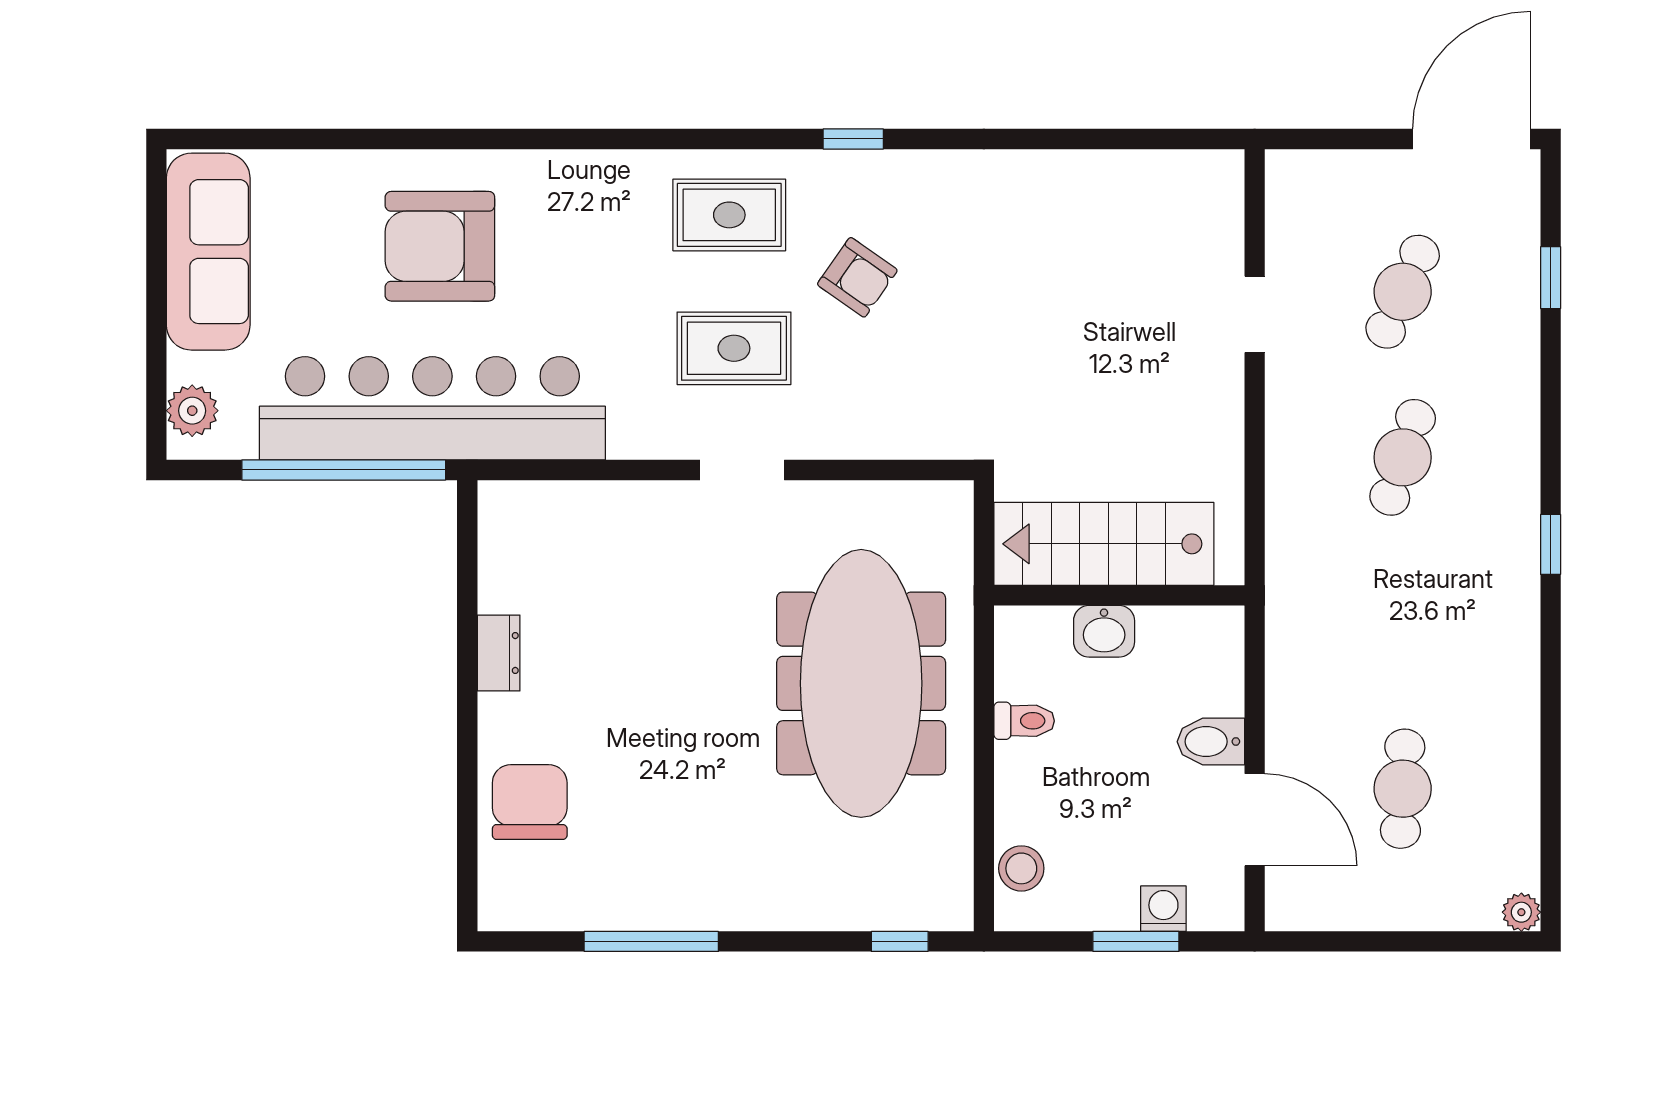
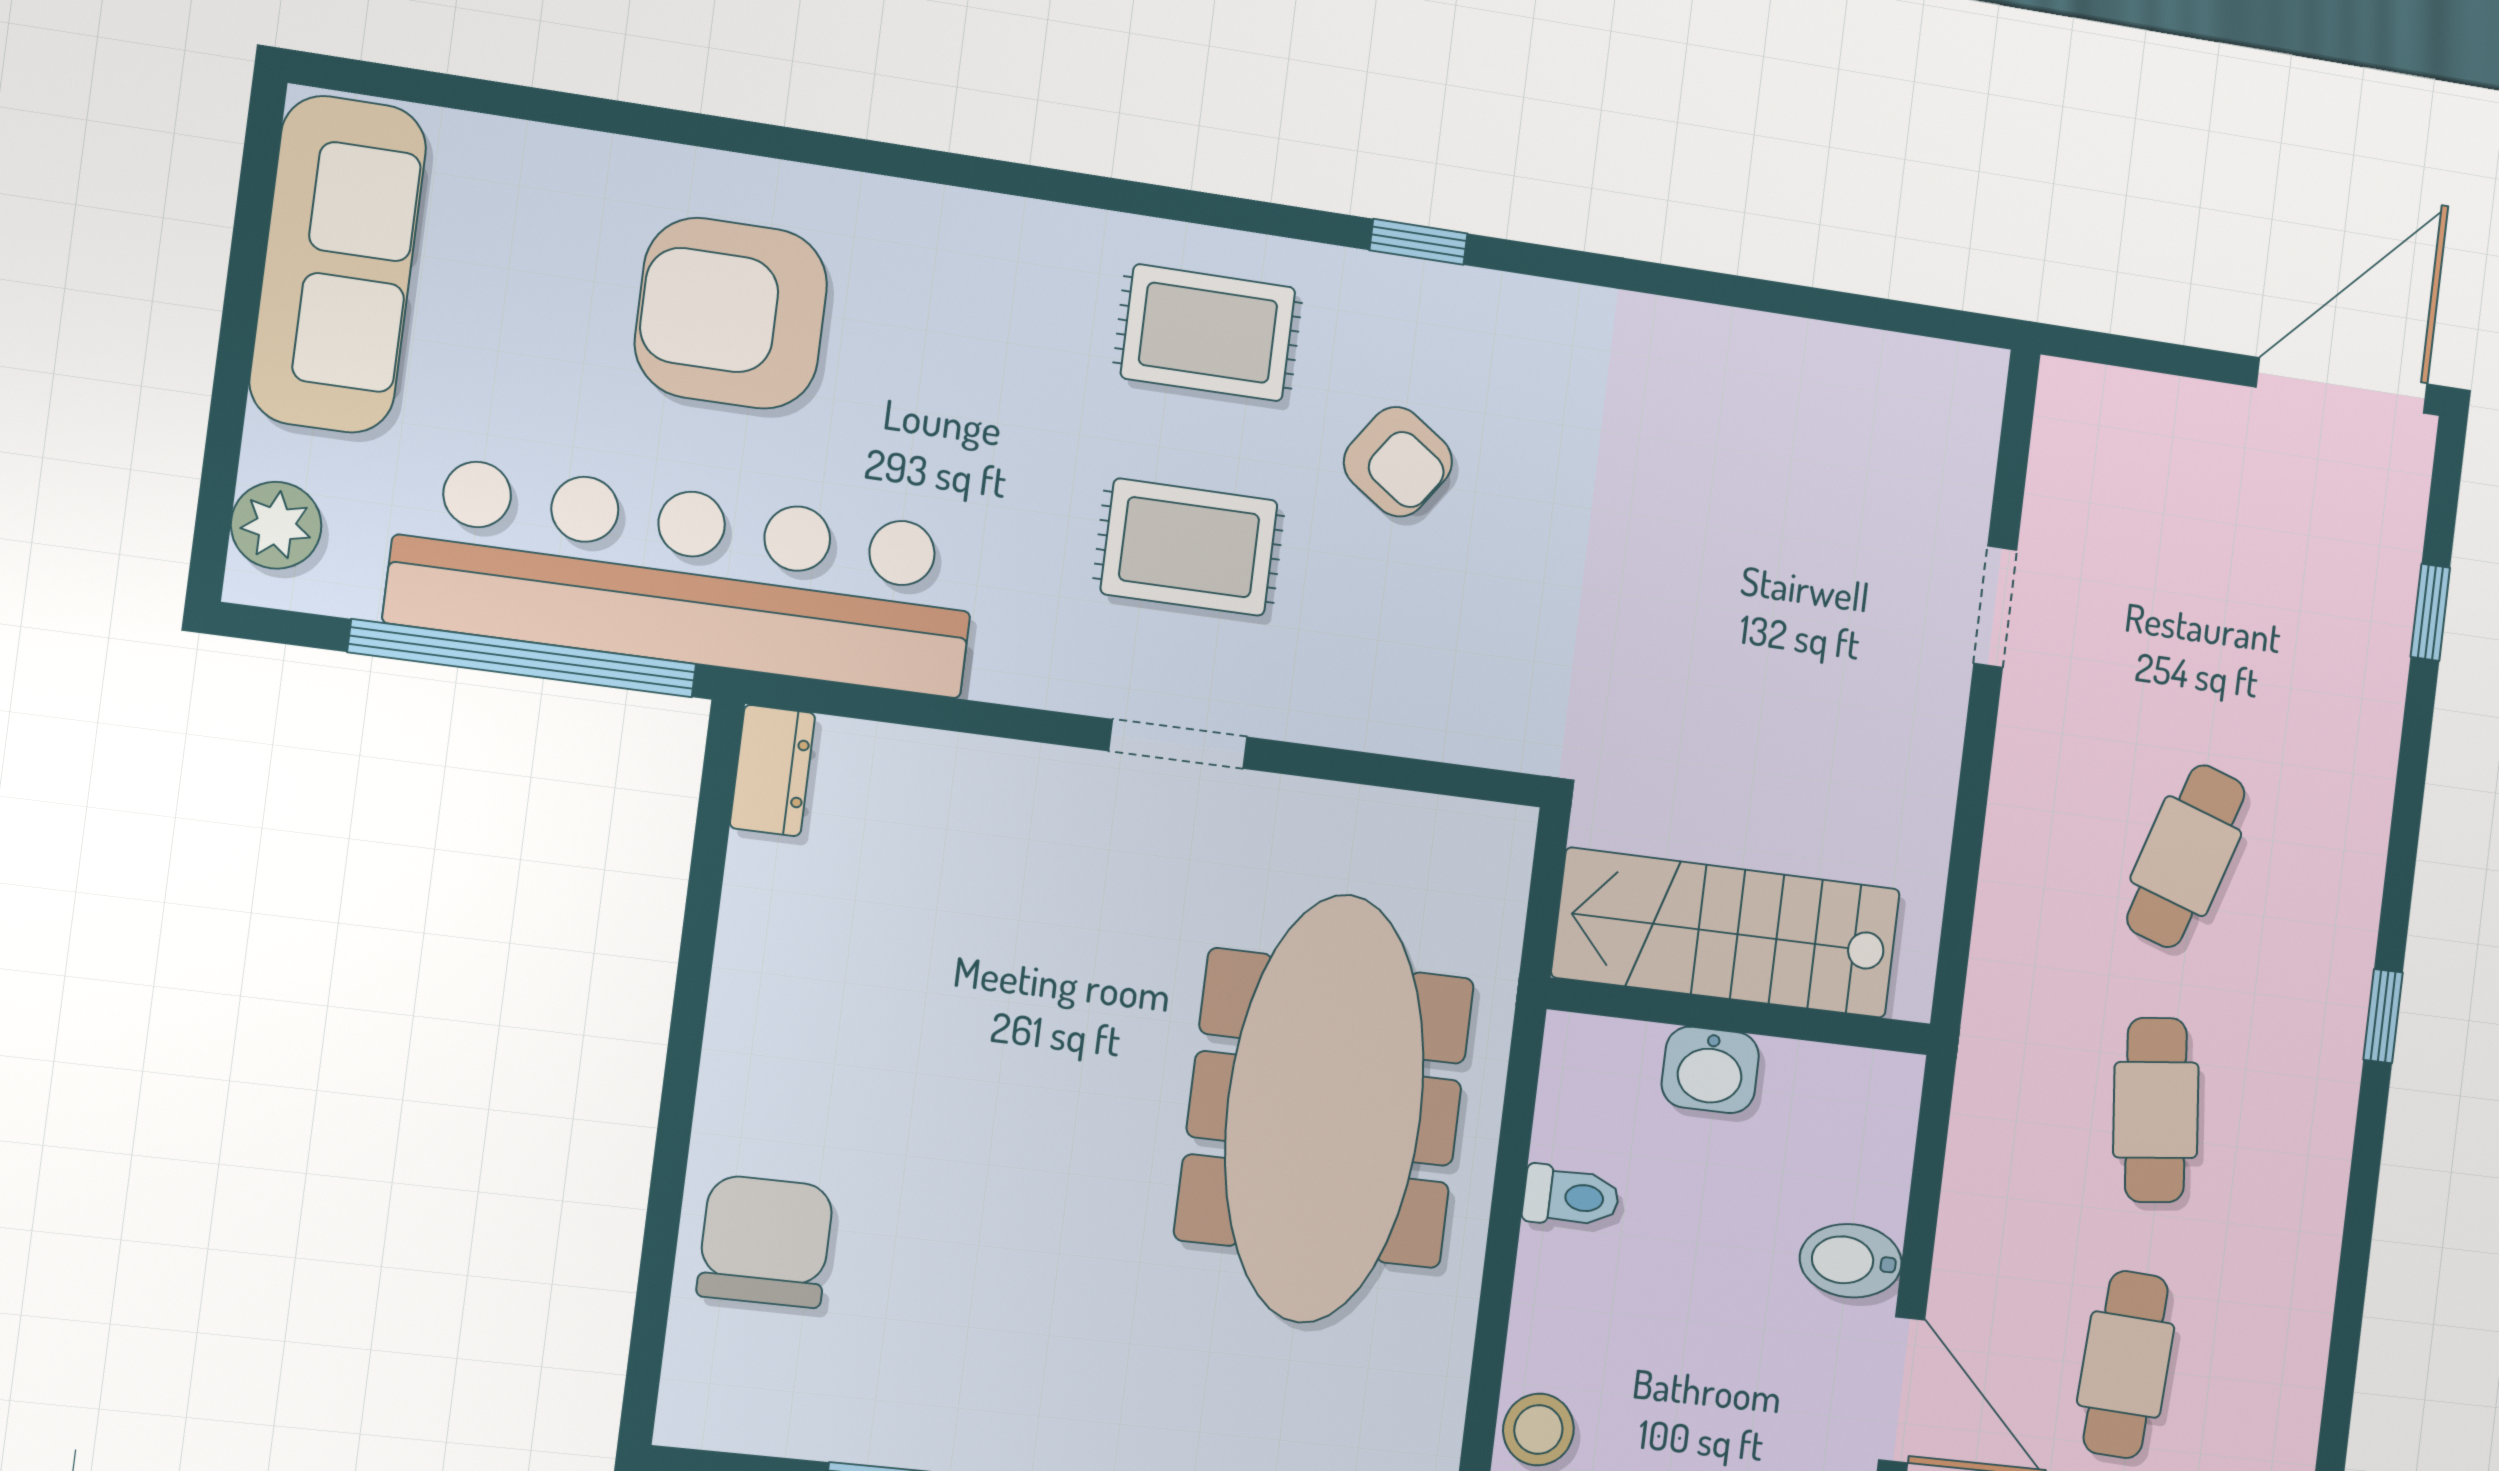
cafe table: (1403, 292) -> (2156, 1110), moved, turned -30
dresser: (499, 653) -> (772, 771), moved

